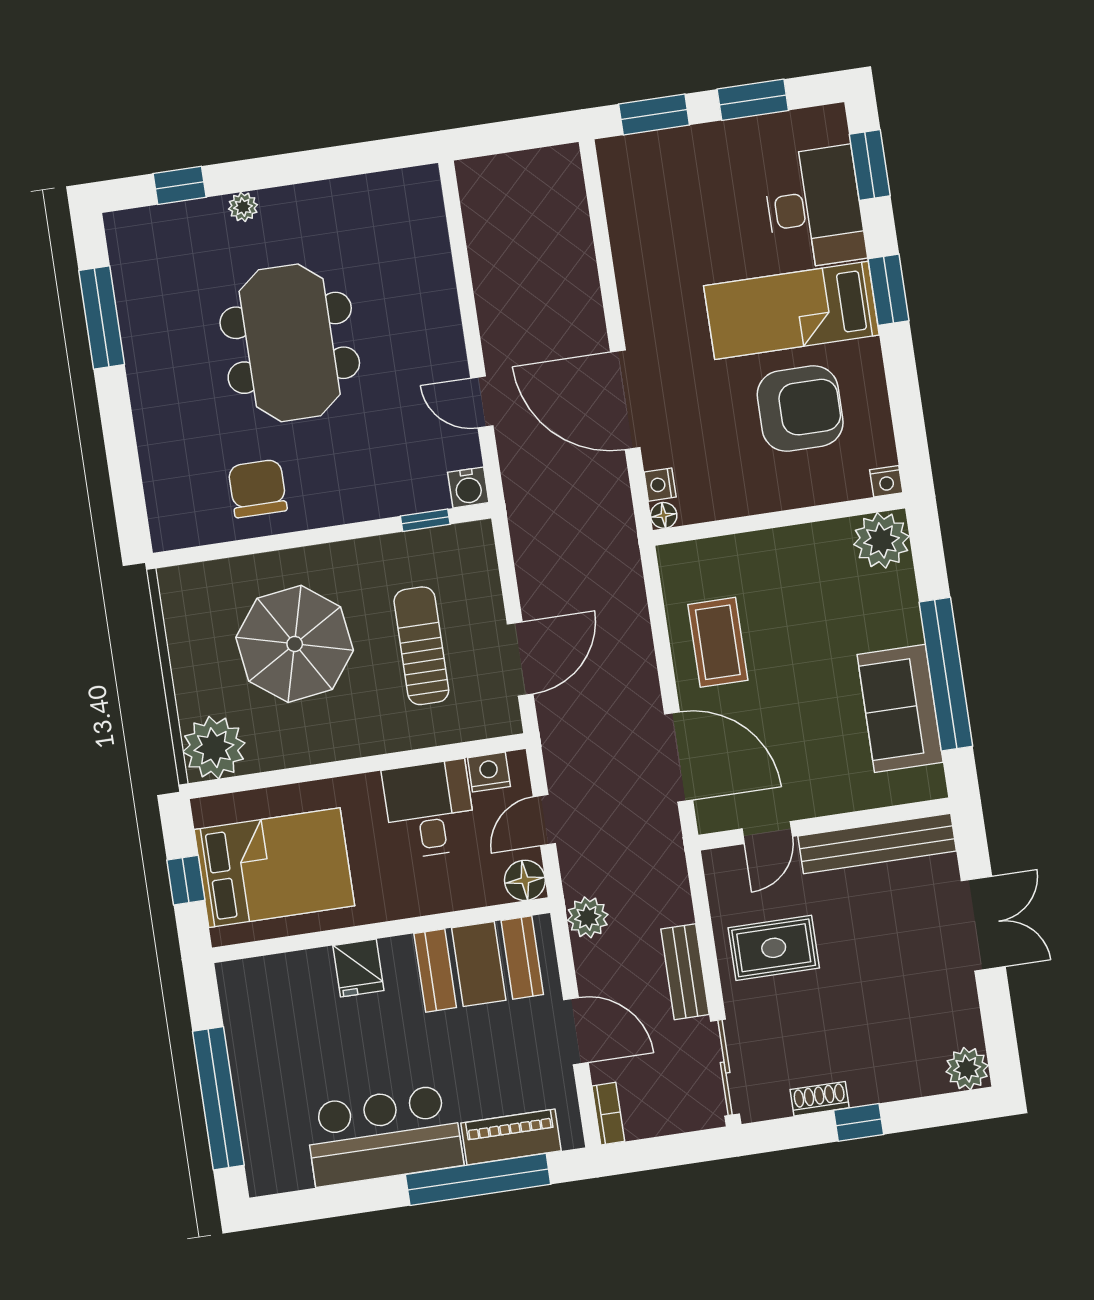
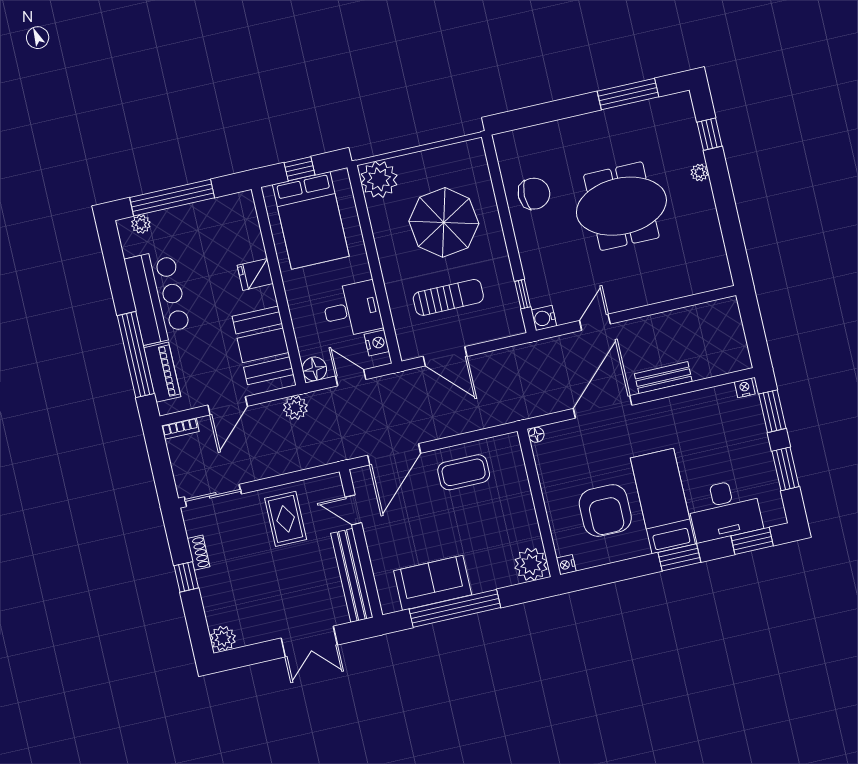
nightstand: (660, 485) -> (745, 388), moved
bench: (685, 972) -> (663, 378), moved
plant: (259, 1154) -> (141, 224), added

